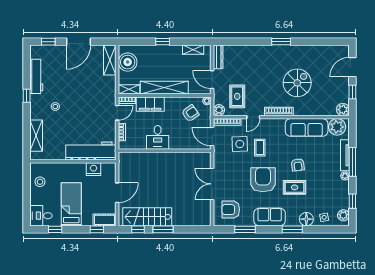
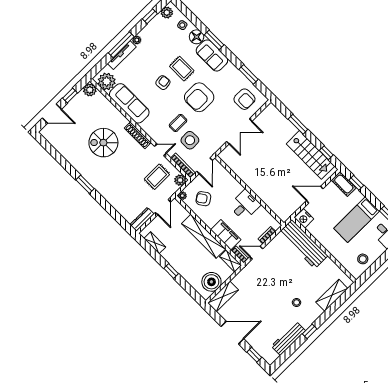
nightstand: (93, 169) -> (304, 218), moved
sofa: (270, 217) -> (212, 55), moved
window: (163, 229) -> (298, 124), moved

